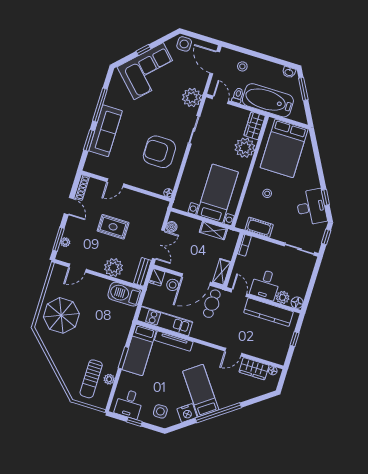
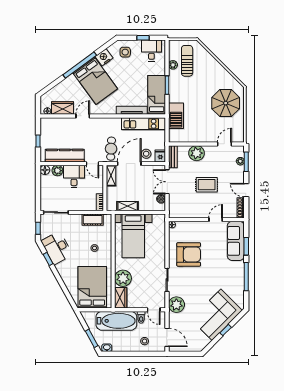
side table: (184, 44) -> (195, 345), removed
sofa: (105, 131) -> (236, 241), moved
barbecue: (124, 294) -> (176, 116), moved, turned 90
bed: (201, 391) -> (95, 81), width x1.50

